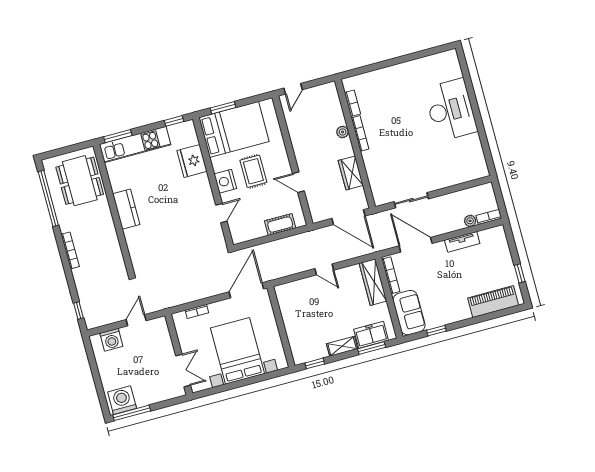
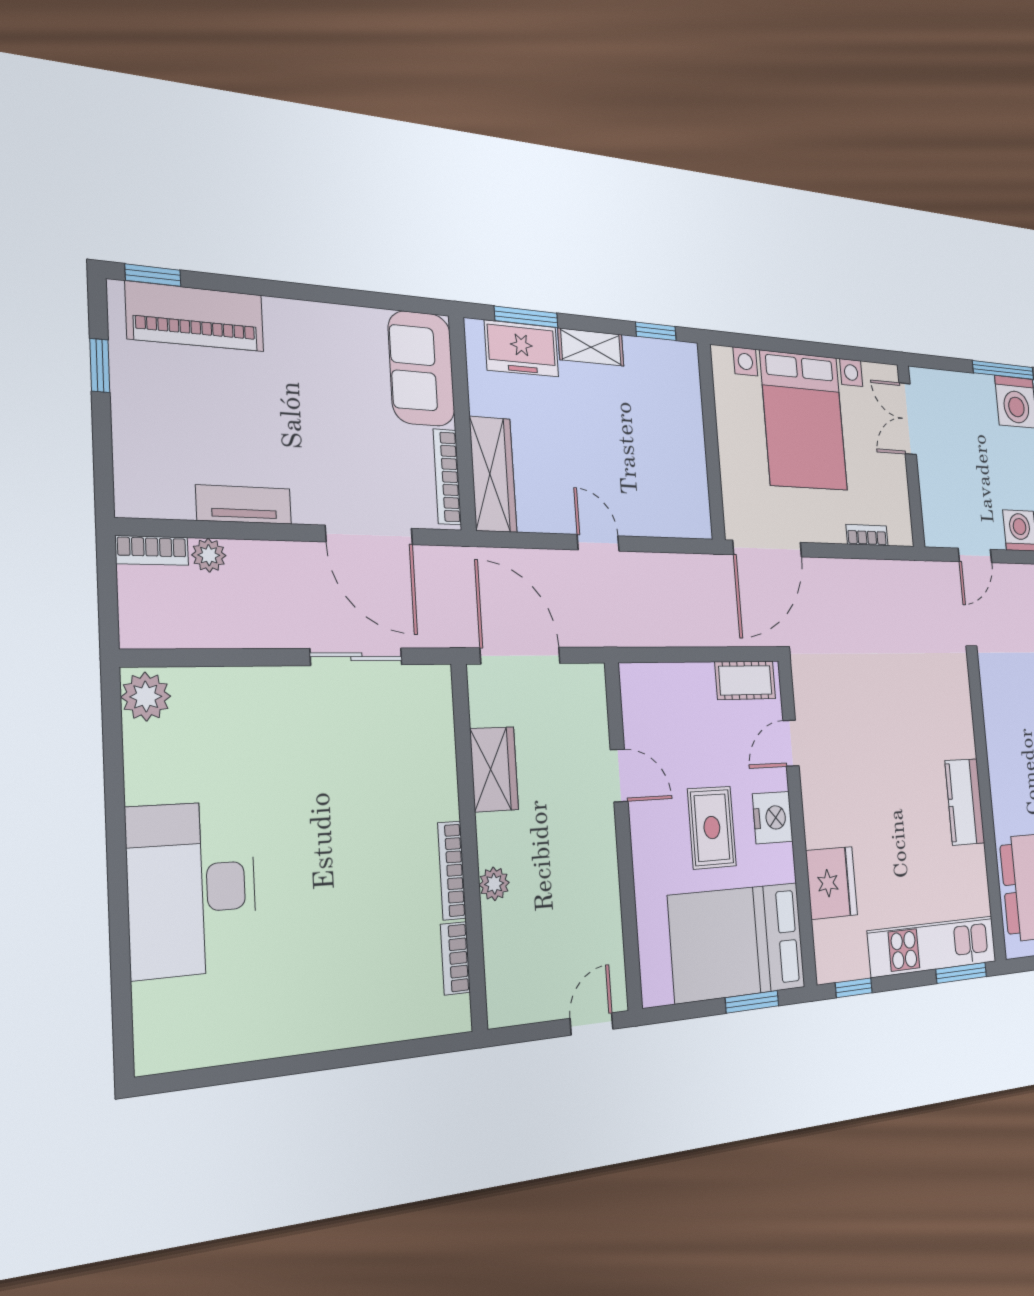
plant: (480, 168) -> (146, 697), added
cot: (280, 225) -> (745, 680), moved
window: (436, 331) -> (153, 275), moved

